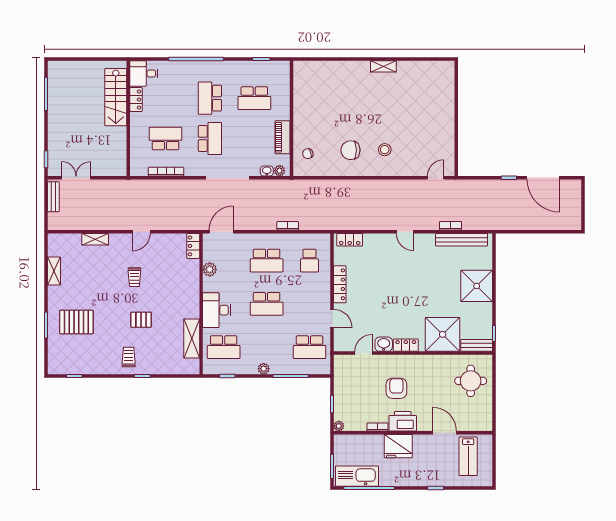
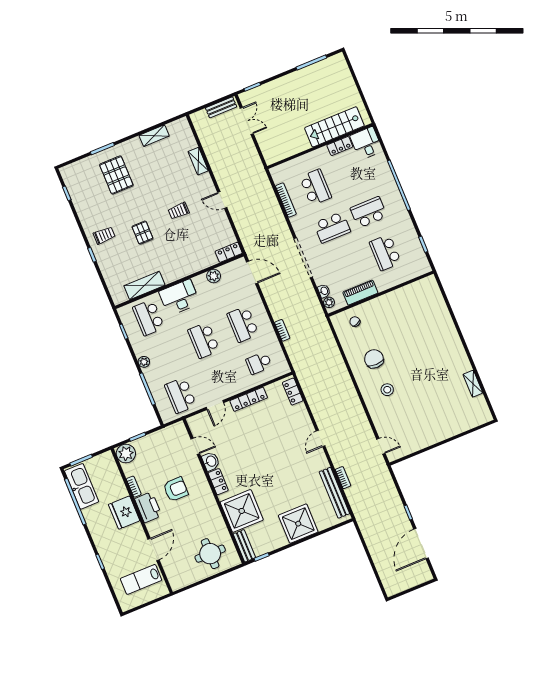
shelving: (383, 66) -> (473, 384), moved
plant: (339, 426) -> (126, 454), width x1.87, depth x1.87

